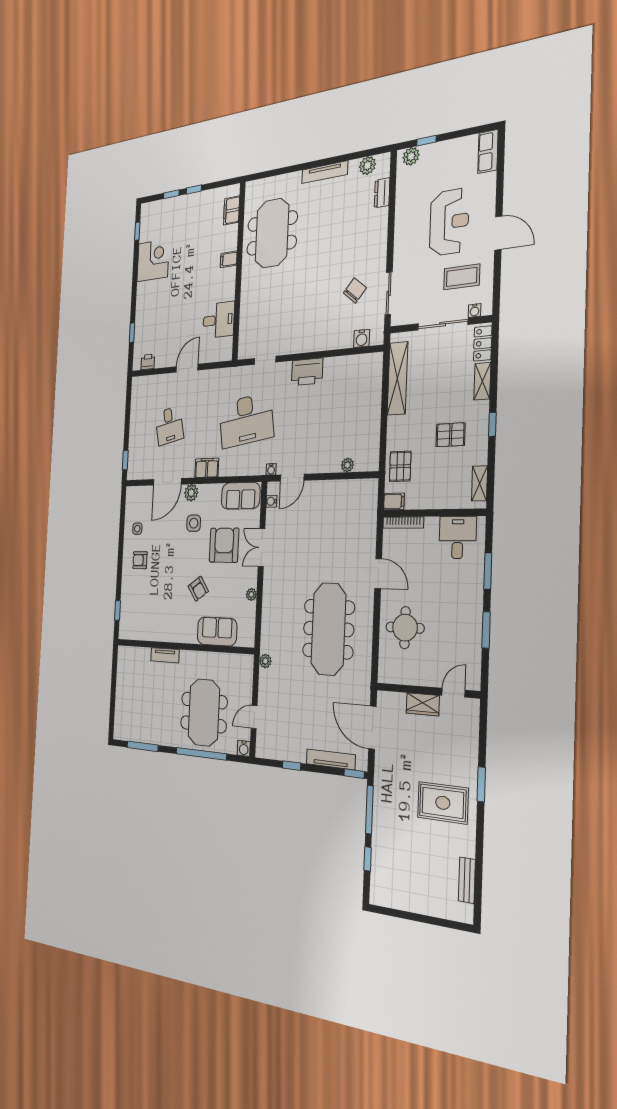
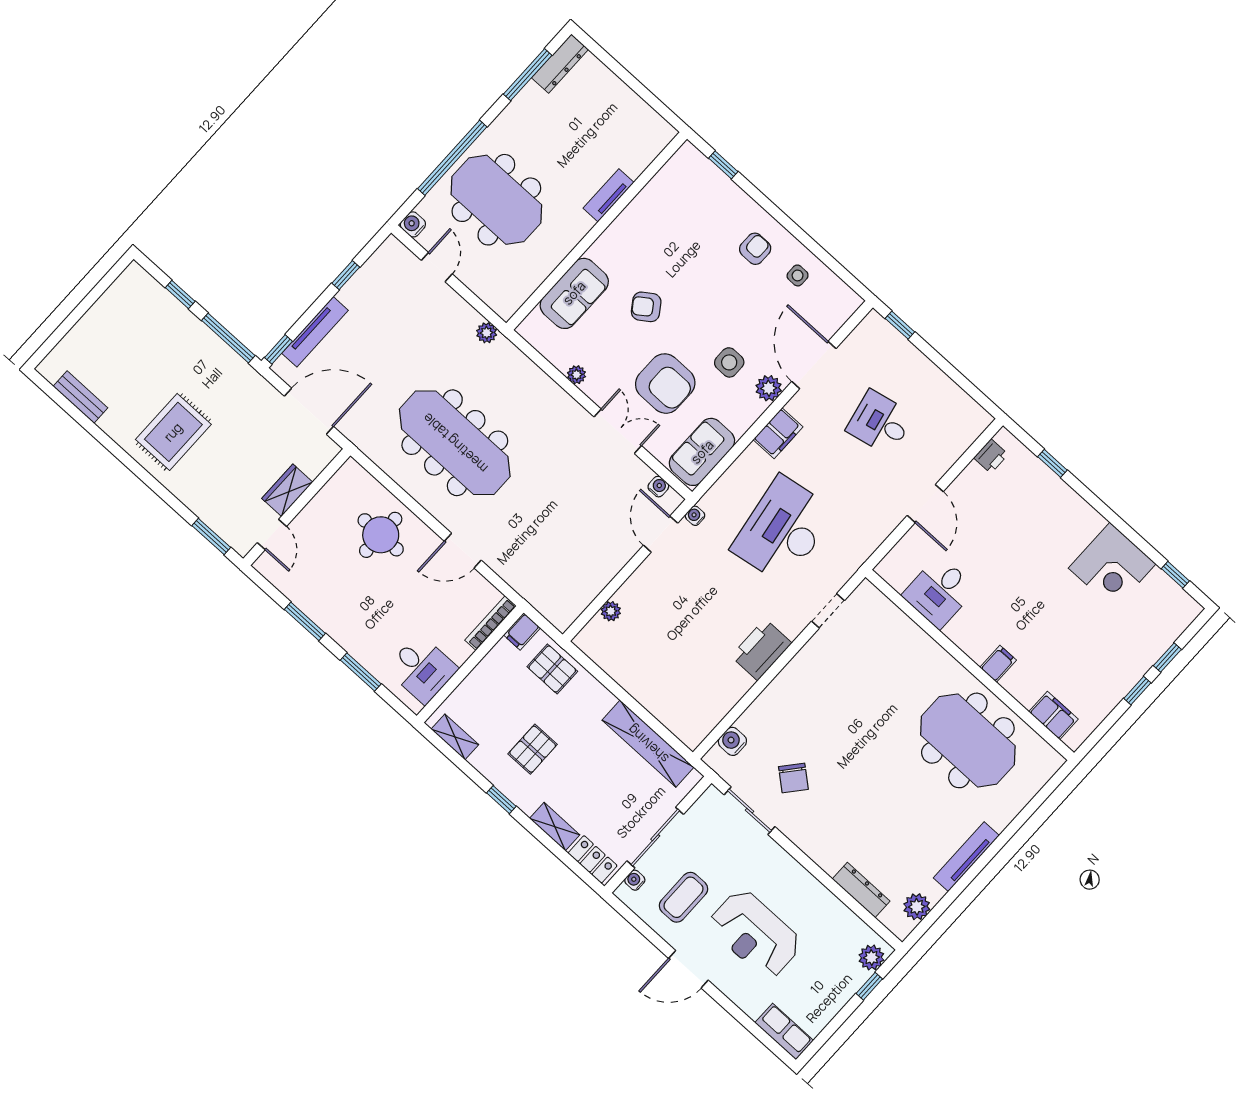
dresser: (382, 193) -> (861, 890), width x1.44
dresser: (128, 734) -> (560, 64), added
window: (481, 784) -> (211, 536), moved

